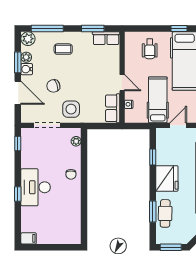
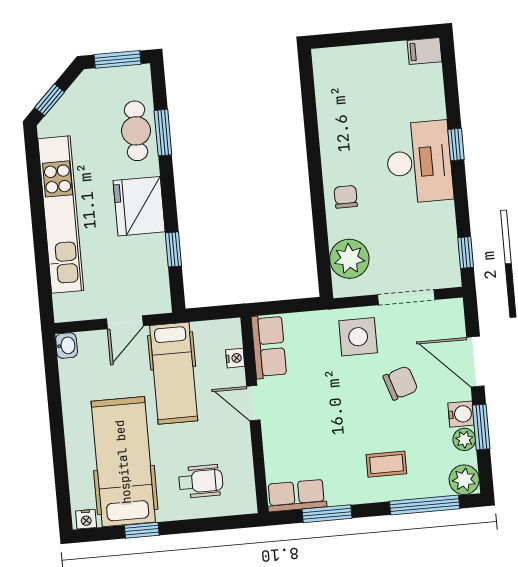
wheelchair: (150, 49) -> (201, 481), turned 90
plant: (76, 141) -> (349, 259), width x1.87, depth x1.87

